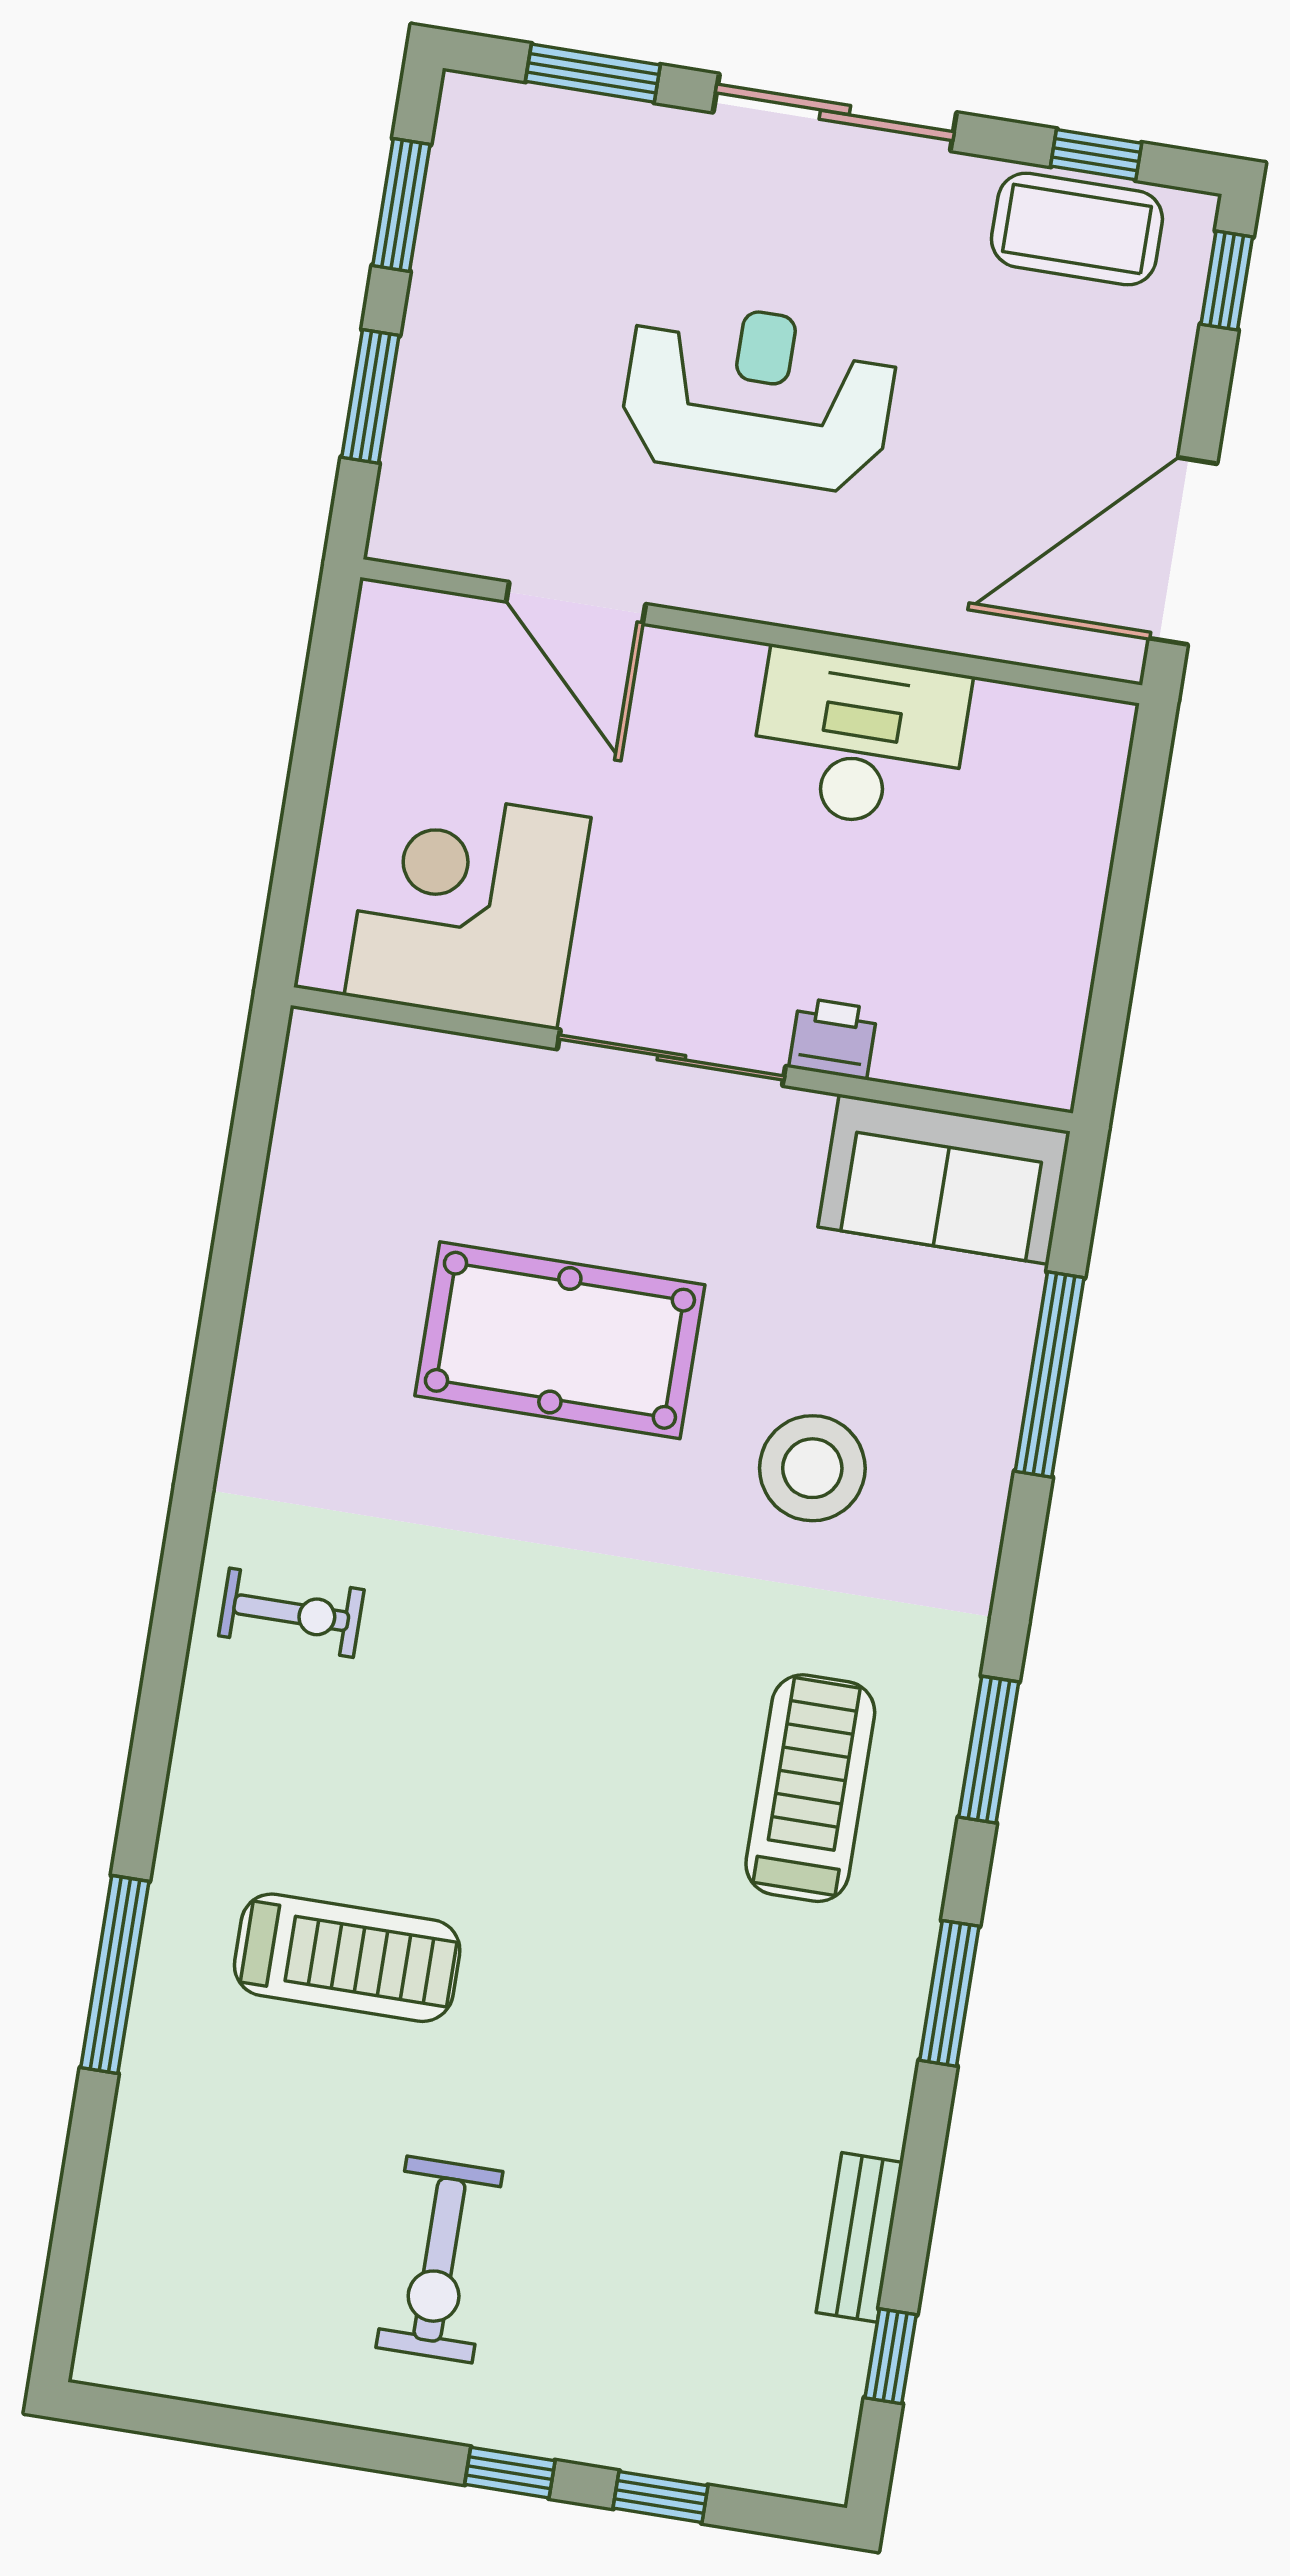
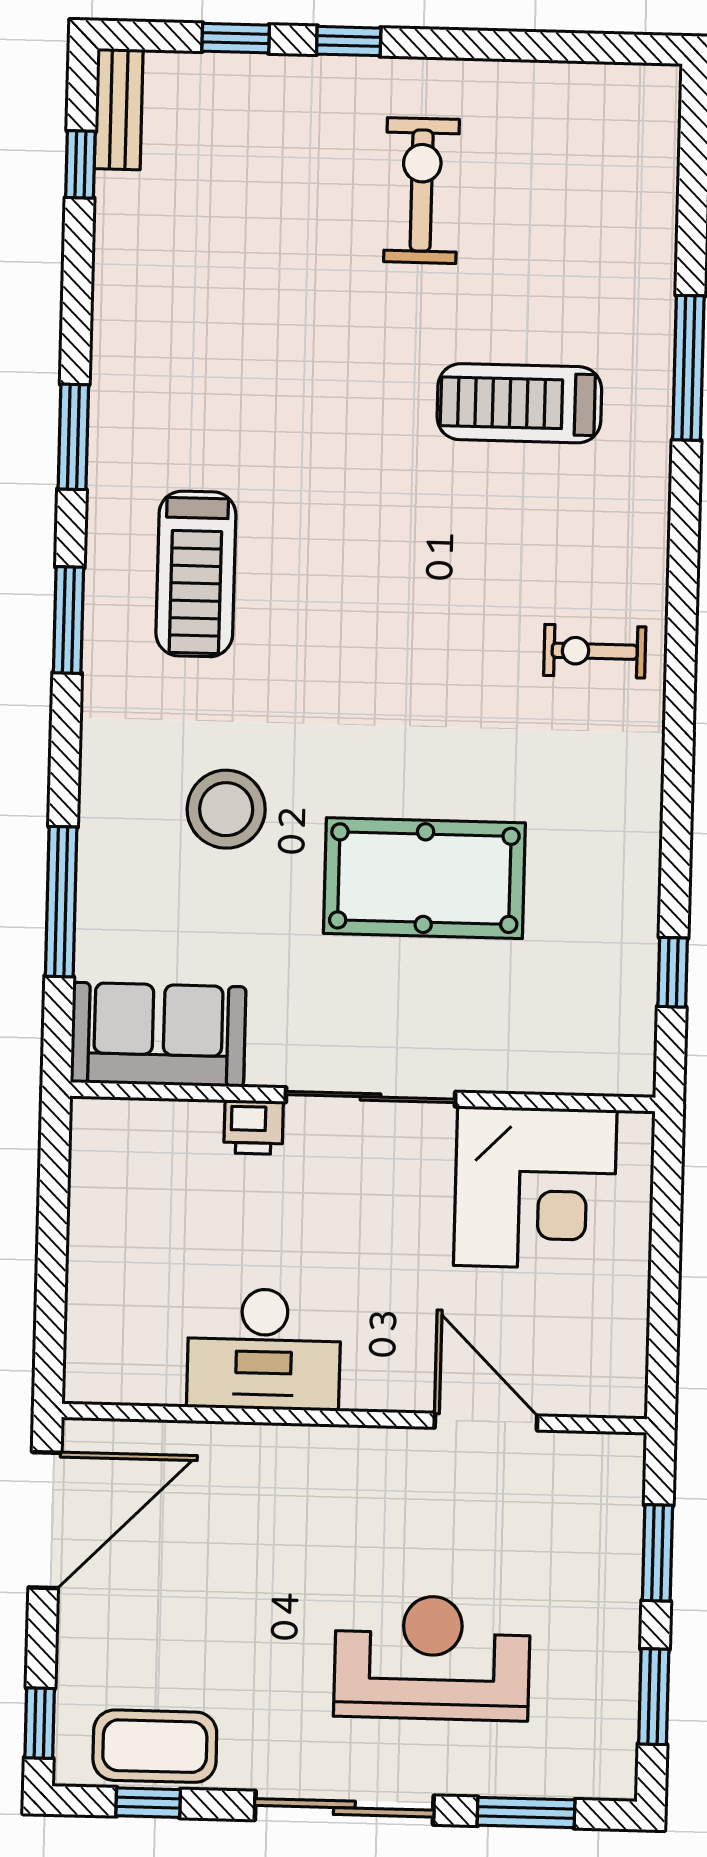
reception desk: (758, 395) -> (432, 1658), moved, turned 180
window: (245, 1170) -> (673, 972), added
bench: (860, 2237) -> (119, 109), moved

